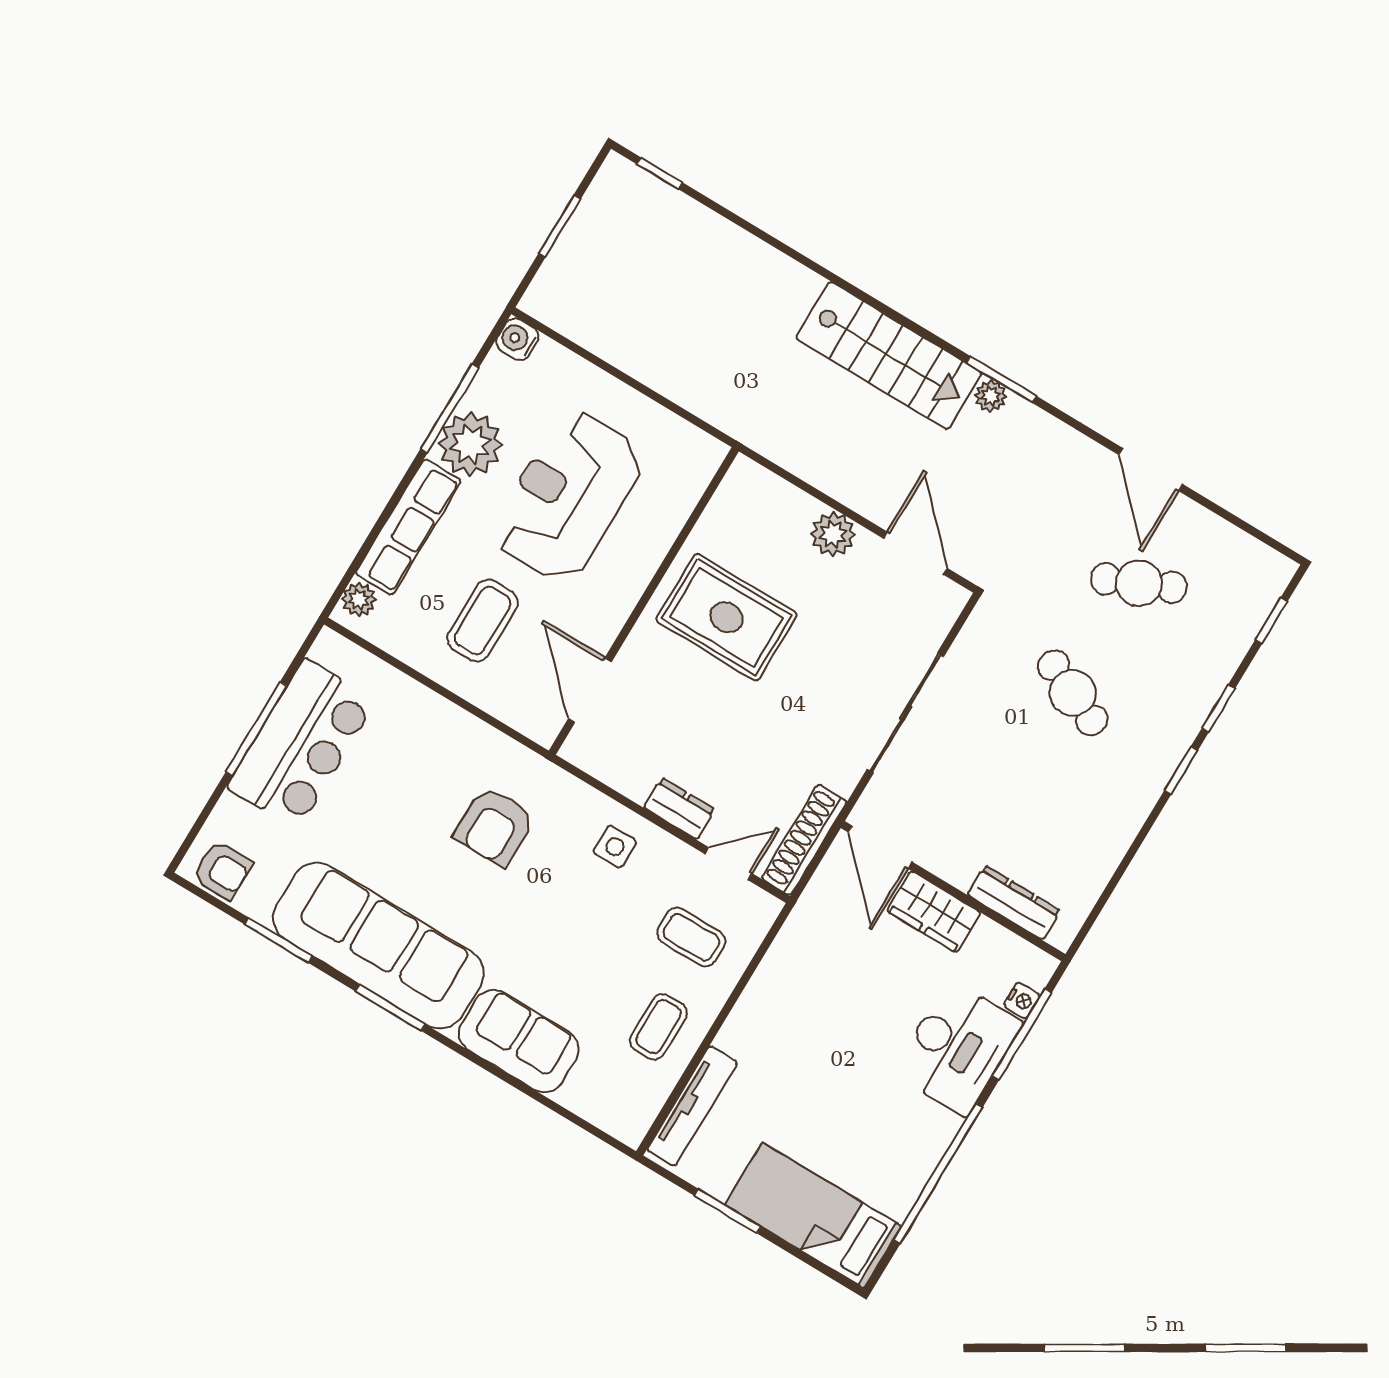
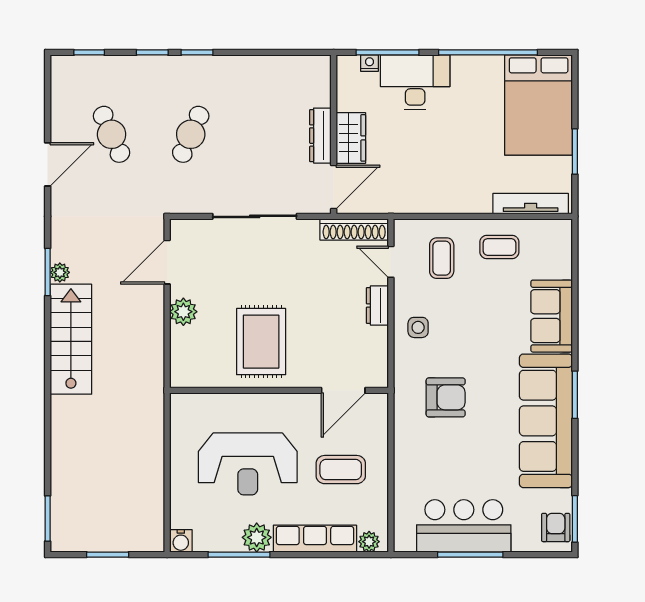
window: (660, 173) -> (48, 518), width x1.50
plant: (470, 444) -> (257, 537), width x0.73, depth x0.73
dresser: (1014, 903) -> (320, 136), moved
window: (278, 940) -> (575, 519), moved
bed: (813, 1215) -> (539, 105), width x1.50

